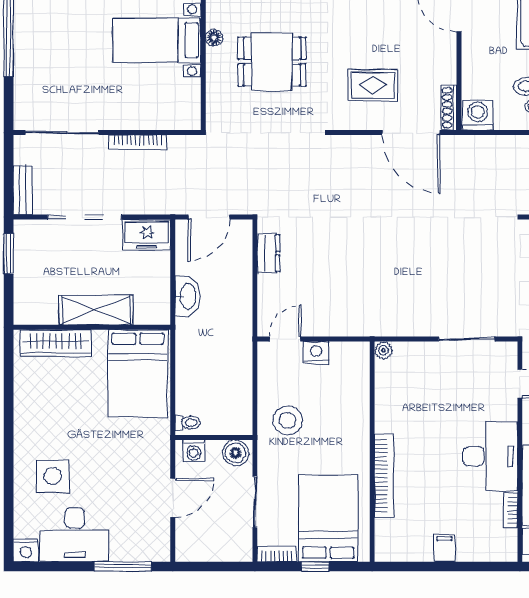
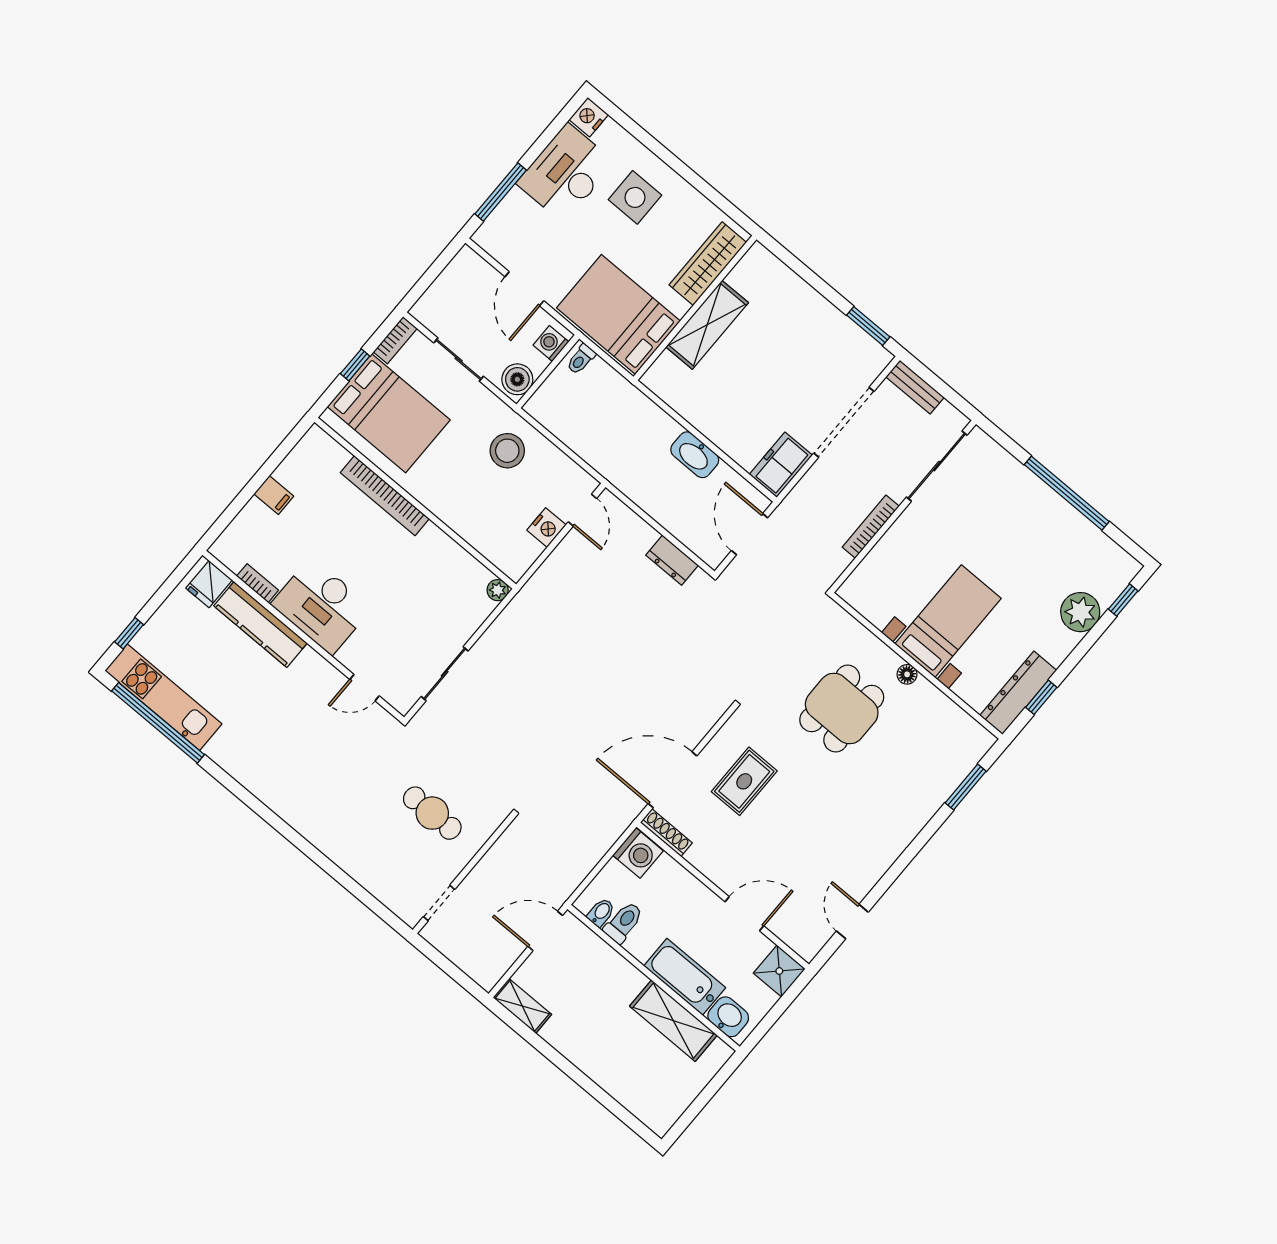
shelving: (96, 310) -> (707, 325), moved
wall: (92, 327) -> (695, 308), moved
wardrobe: (56, 343) -> (708, 264), moved
bed: (138, 374) -> (618, 314), moved

